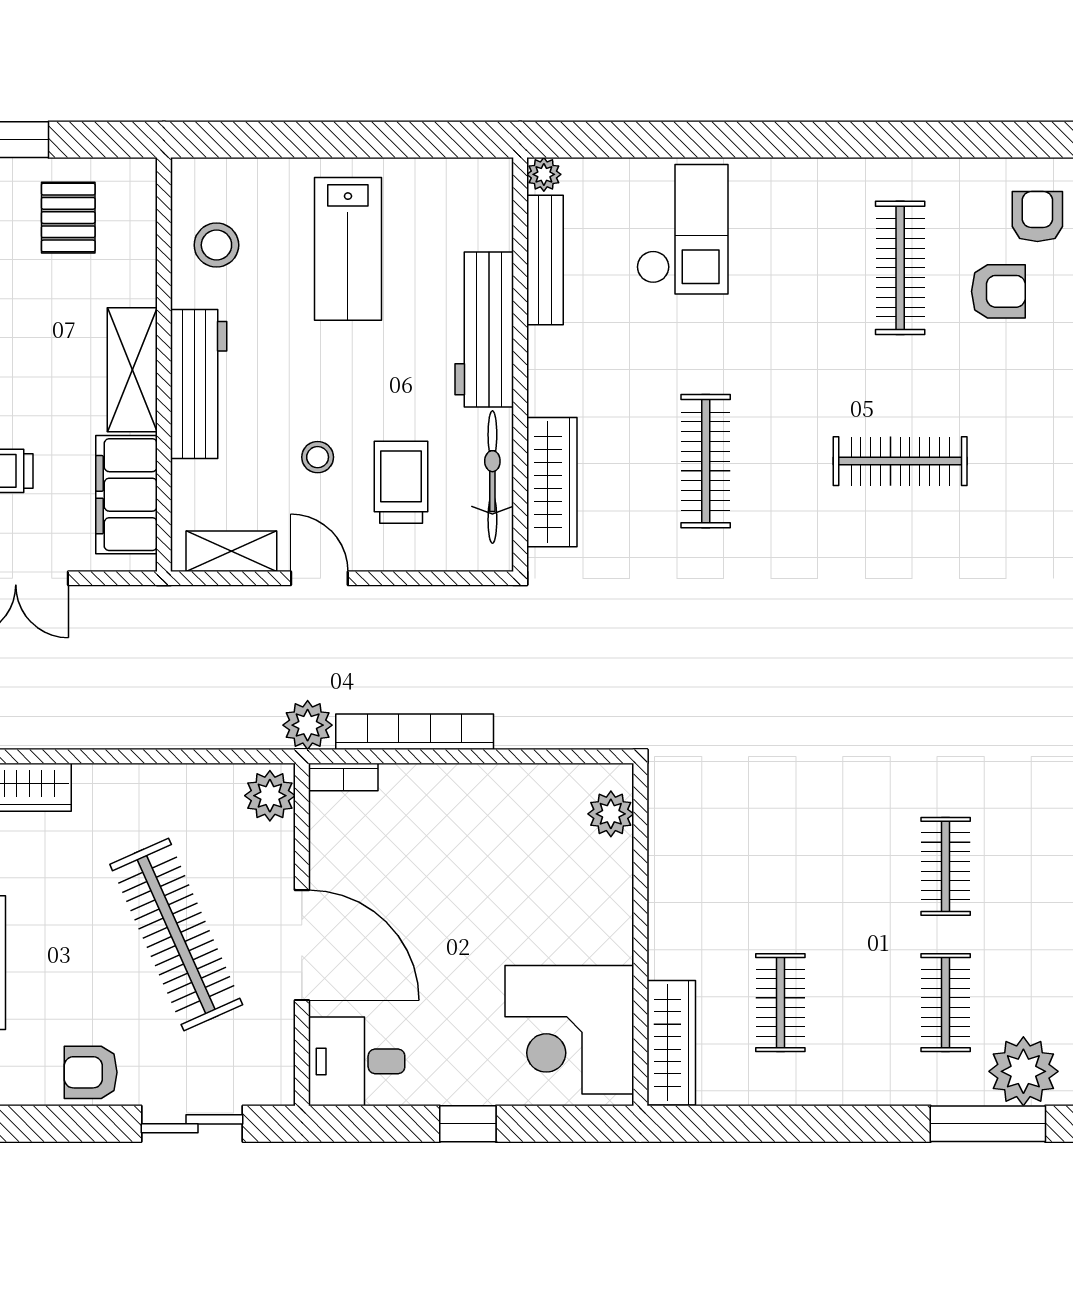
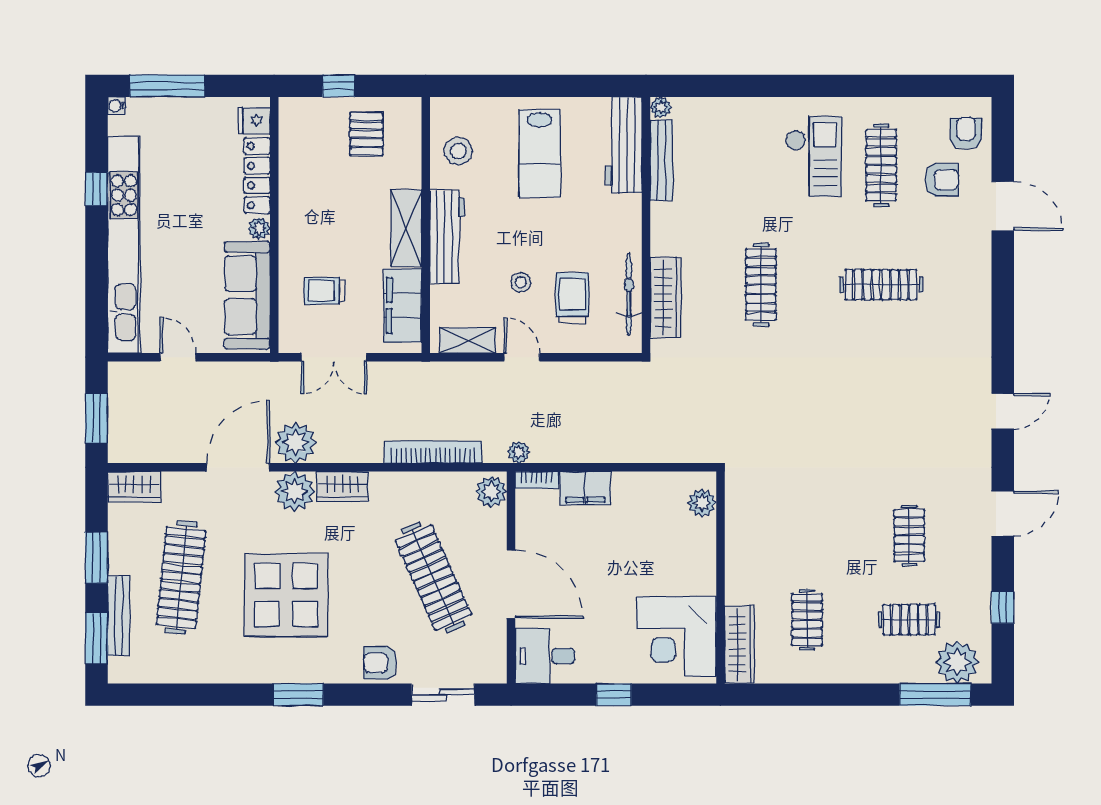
checkout: (682, 229) -> (814, 156), moved
workbench: (484, 330) -> (624, 145), moved
plant: (308, 725) -> (519, 452), width x0.73, depth x0.73
bookcase: (415, 732) -> (433, 452), moved
filing cabinet: (422, 790) -> (585, 488), added
clothes rail: (946, 1003) -> (909, 620), turned 90

